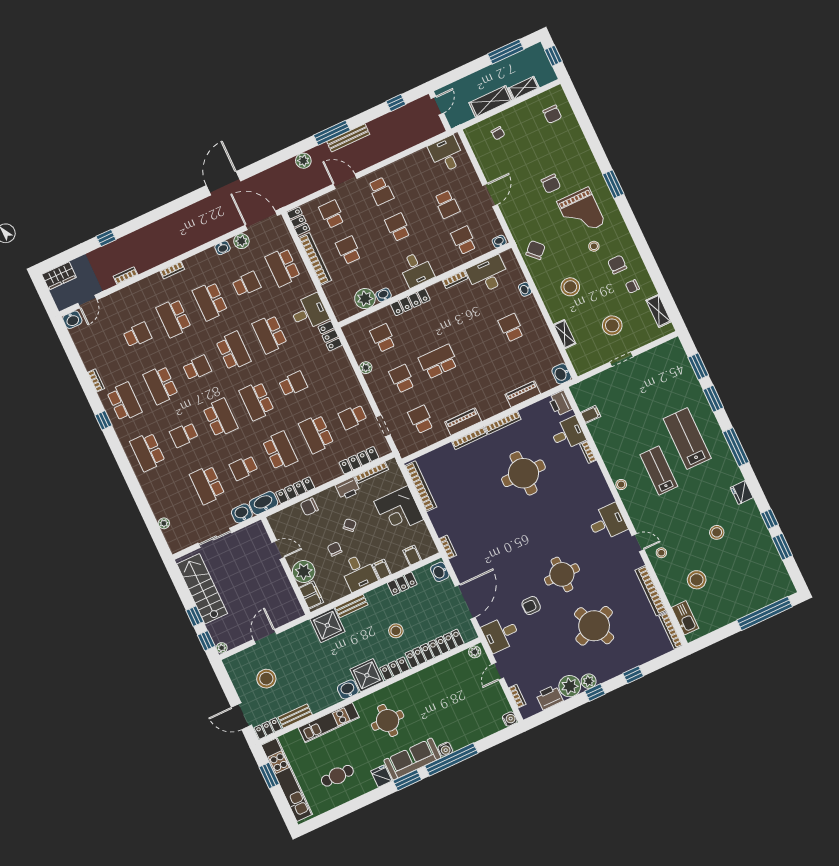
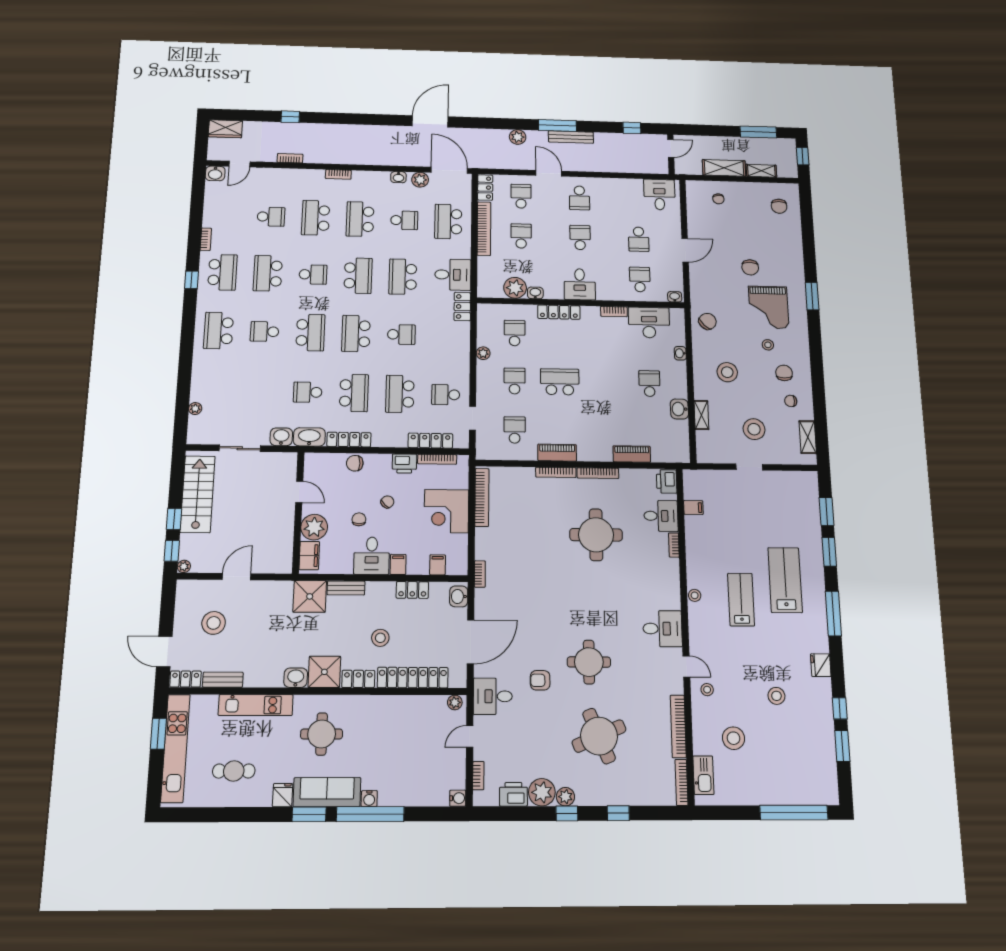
washbasin: (562, 374) -> (679, 409), moved
school desk: (207, 485) -> (261, 391), removed

